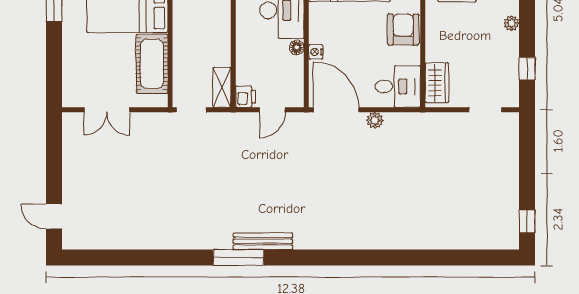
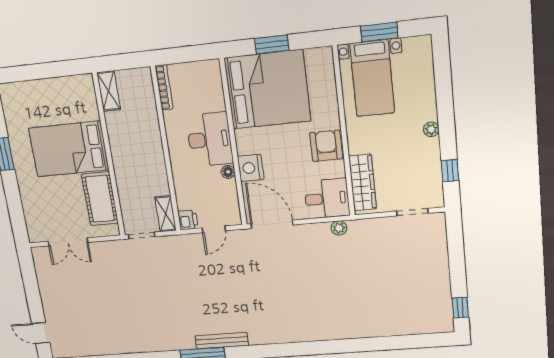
nightstand: (316, 52) -> (251, 168), width x1.89, depth x1.79
wardrobe: (437, 83) -> (363, 183), width x1.50
plant: (375, 120) -> (339, 228), moved

